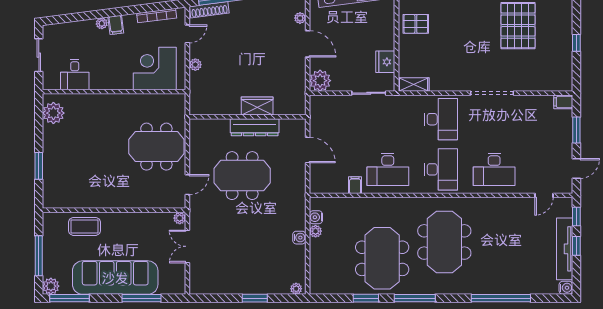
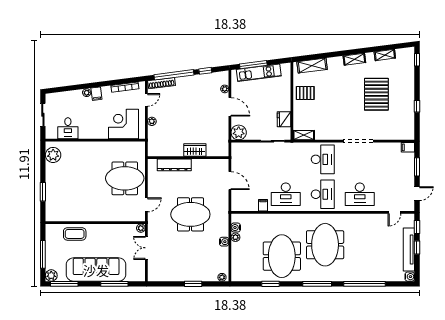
dresser: (255, 127) -> (174, 165), moved
meeting table: (242, 176) -> (190, 214), moved
window: (415, 298) -> (317, 284), moved

